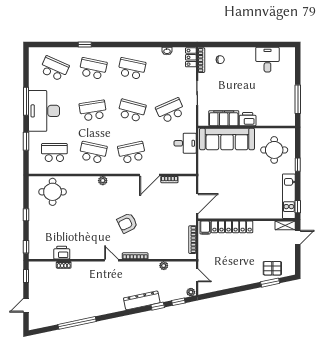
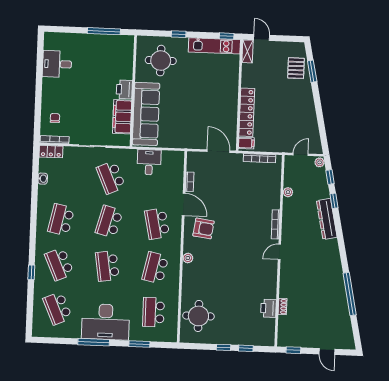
school desk: (54, 69) -> (58, 308), turned -48
school desk: (93, 69) -> (59, 264), turned -36
armchair: (127, 223) -> (203, 228), moved, turned -56
window: (26, 247) -> (246, 348), moved

